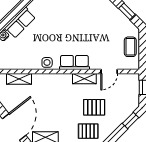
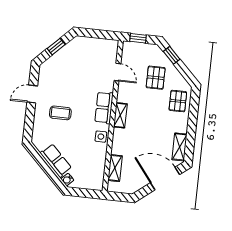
coffee table: (130, 47) -> (60, 113), moved
shelving: (84, 79) -> (120, 115), moved
pallet: (94, 107) -> (156, 78), moved

